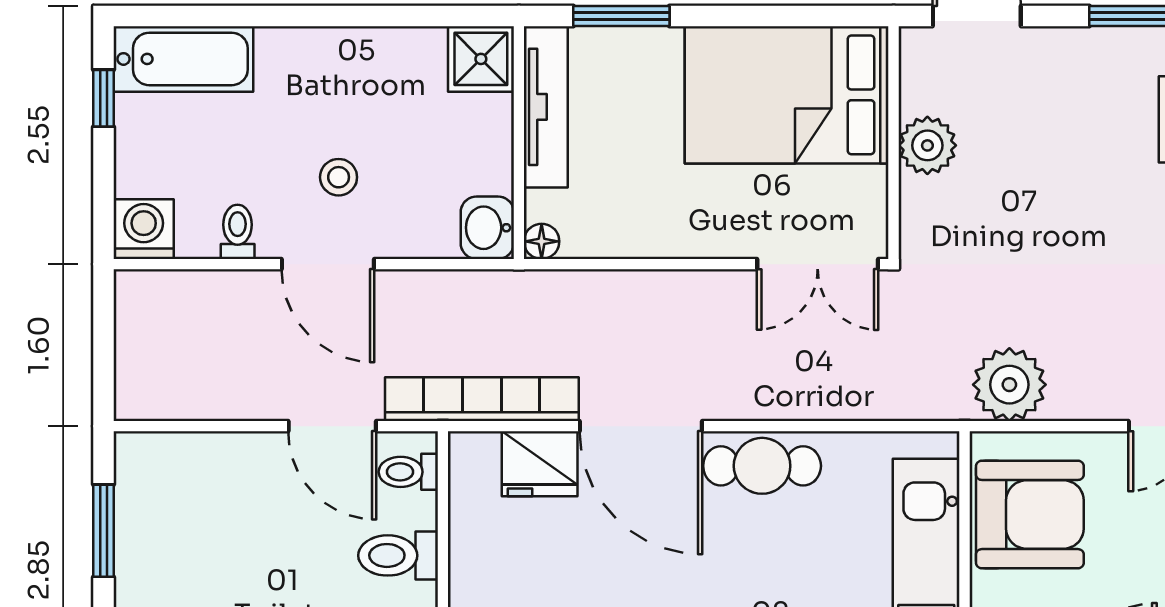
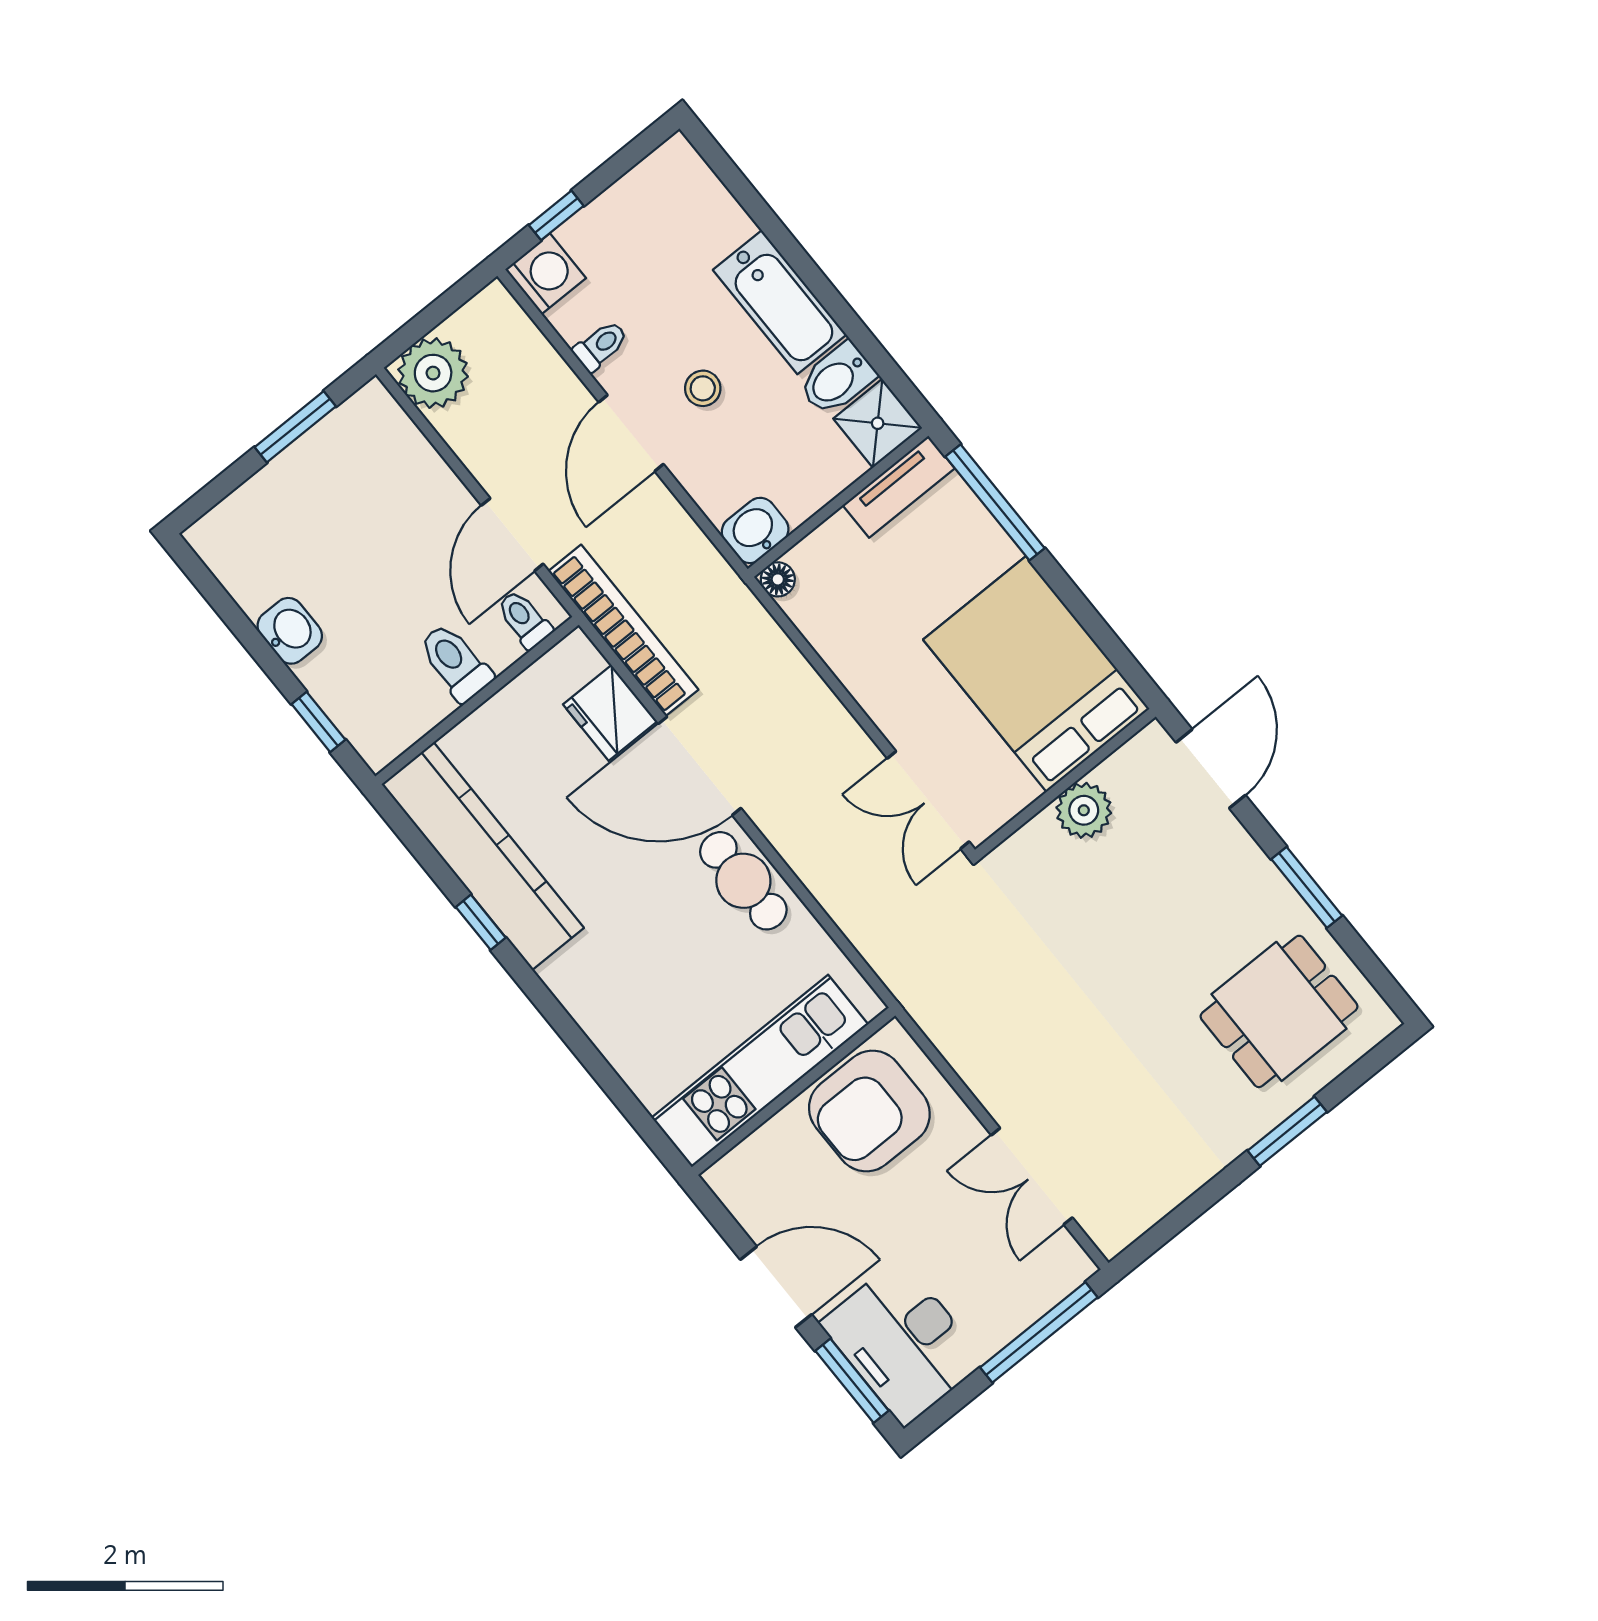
window: (621, 16) -> (995, 502), width x1.44
bathtub: (183, 59) -> (780, 302), moved
bidet: (419, 63) -> (837, 379), added
window: (104, 98) -> (556, 215), moved
tv unit: (546, 107) -> (899, 487), width x0.71
plant: (1009, 385) -> (433, 373), moved
door: (641, 426) -> (700, 766), hinge flipped
armchair: (1030, 515) -> (869, 1111), turned 90

